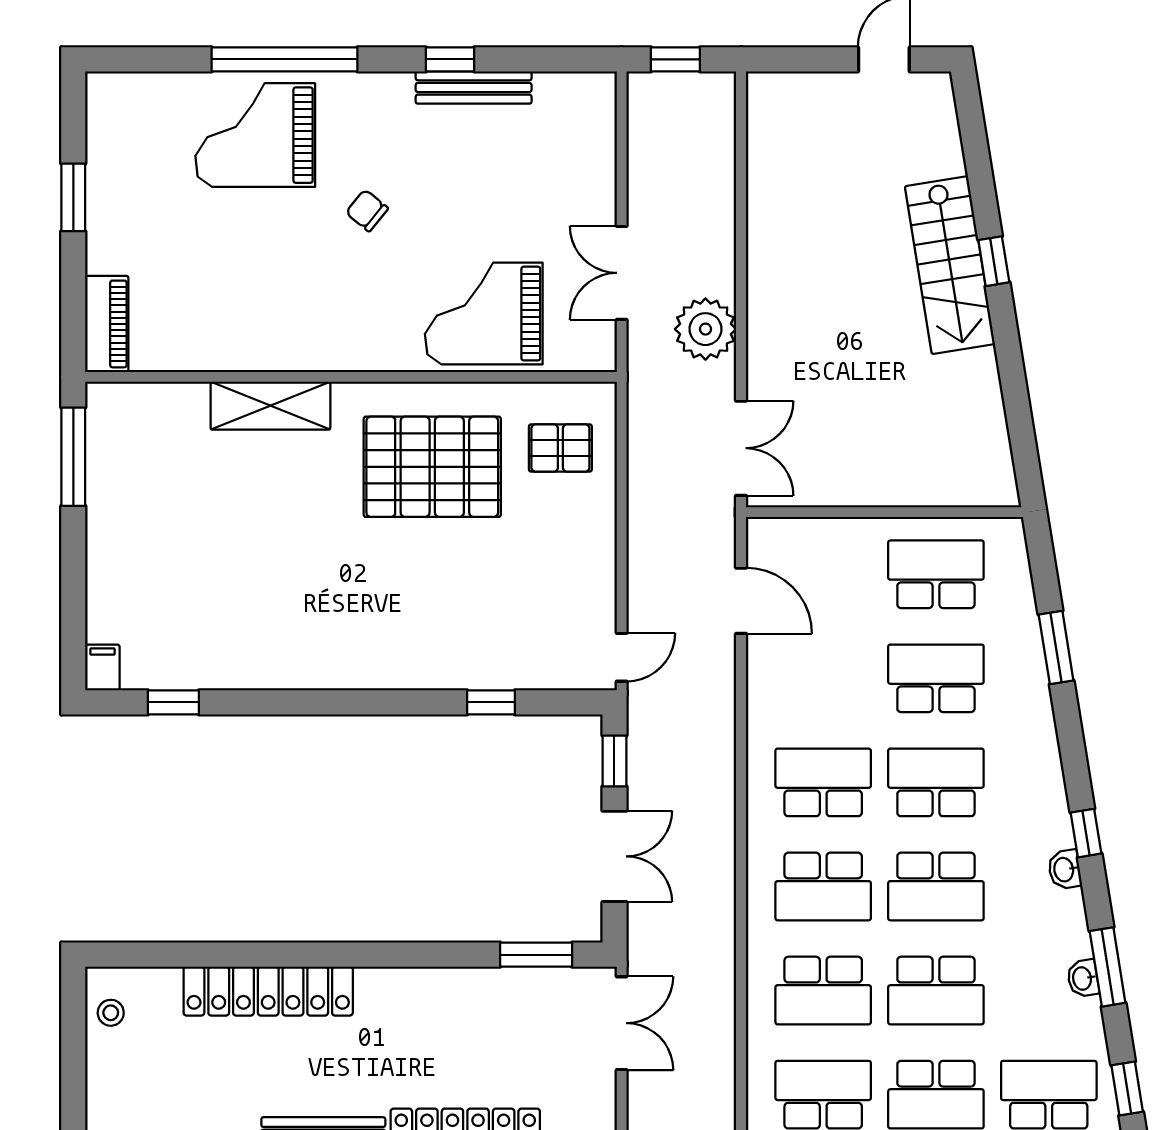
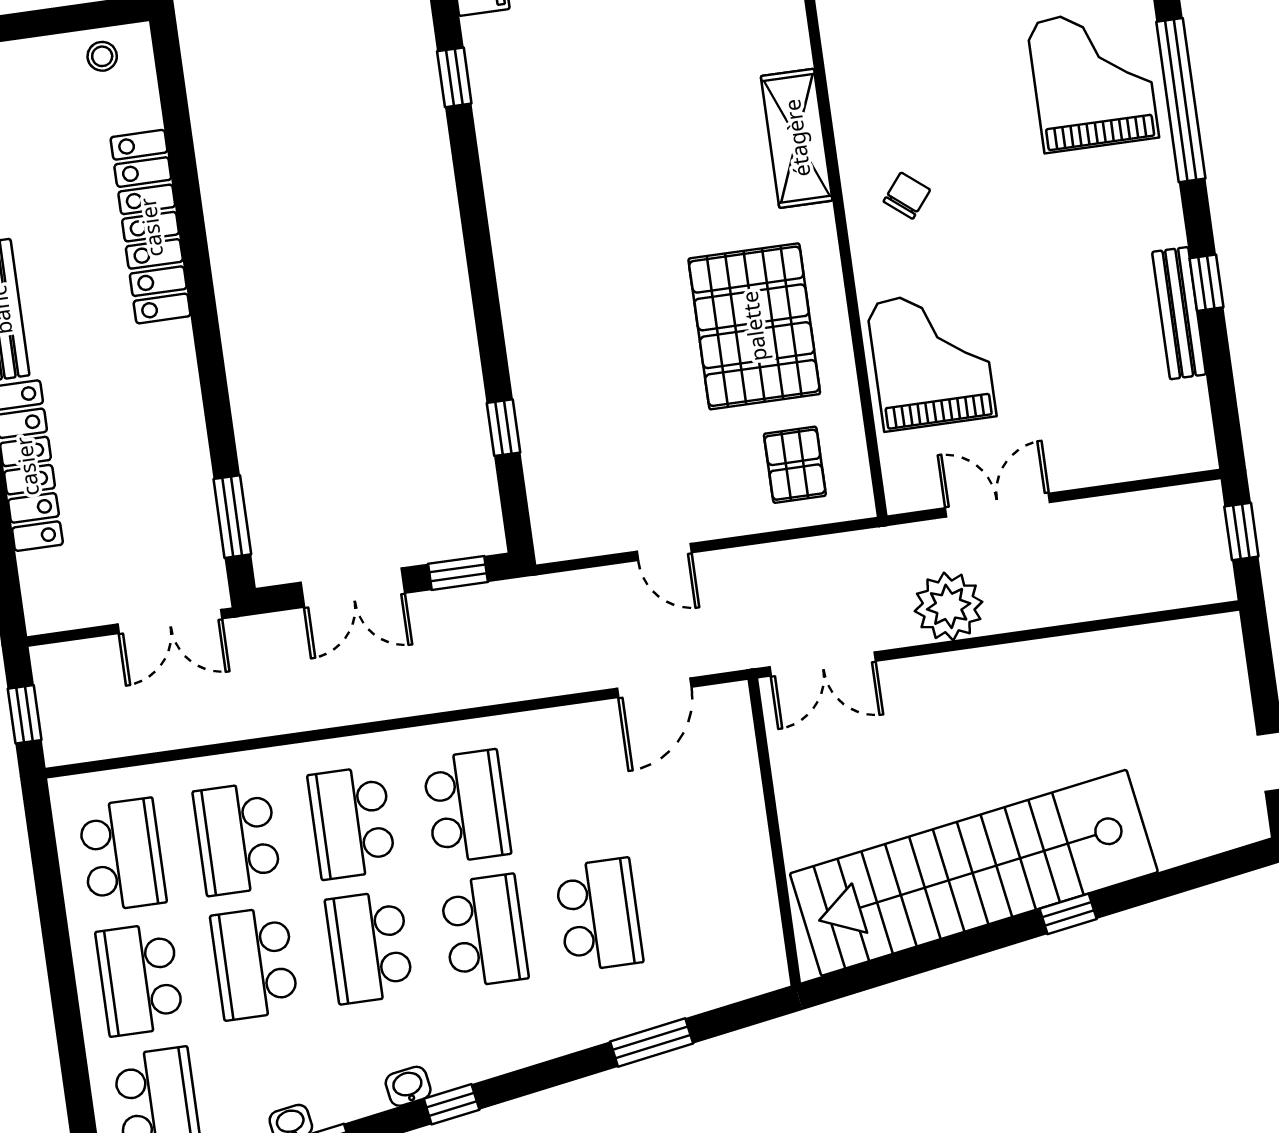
chair: (367, 210) -> (907, 196), moved
stairs: (950, 265) -> (974, 873), width x1.86, depth x1.51
school desk: (936, 574) -> (714, 899), removed
door: (622, 657) -> (664, 552), moved

